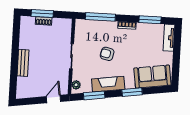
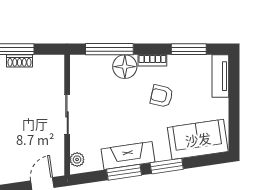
floor lamp: (109, 28) -> (125, 67), added
armchair: (107, 54) -> (162, 96), moved
window: (94, 95) -> (124, 172), moved

